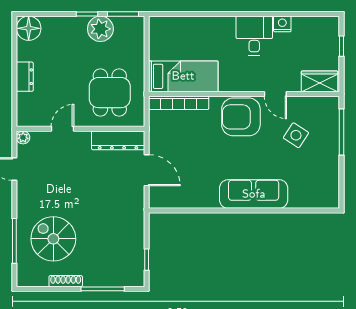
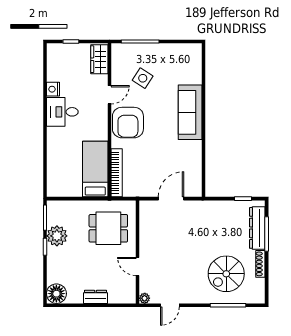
dresser: (118, 140) -> (257, 228), moved, turned 180

